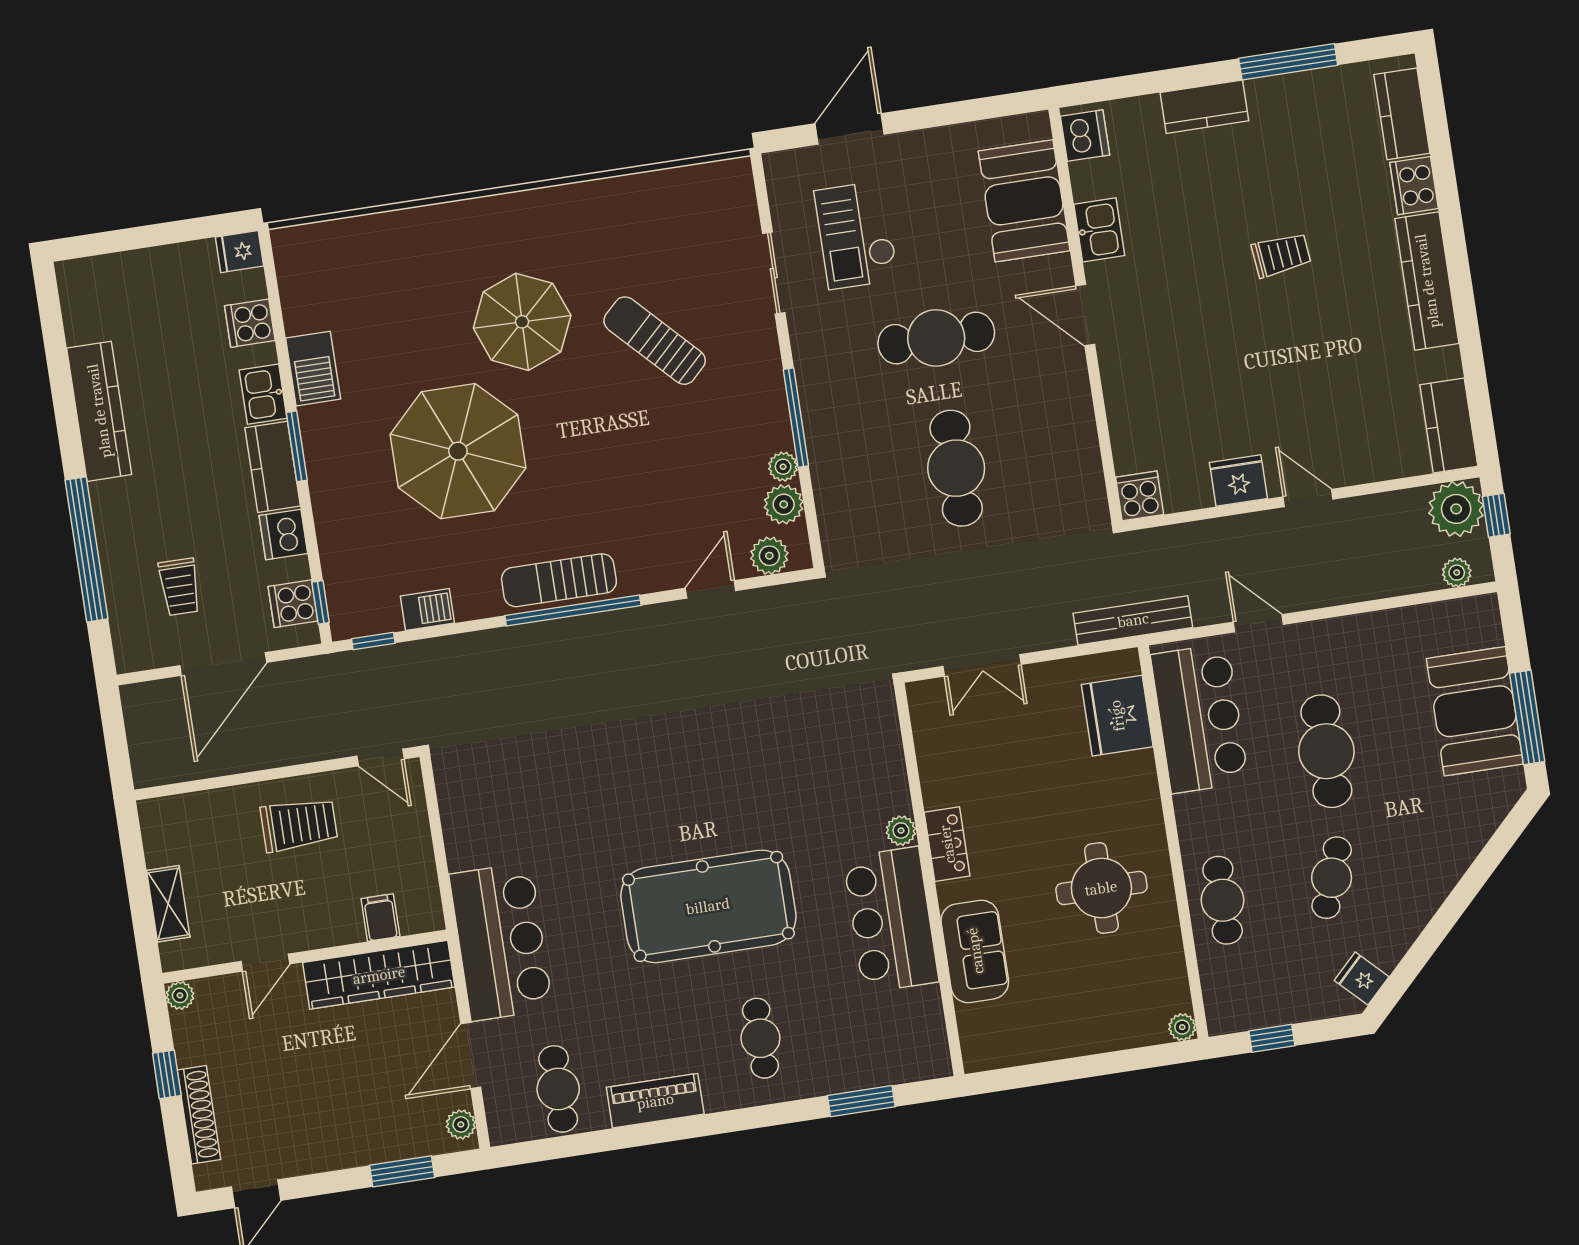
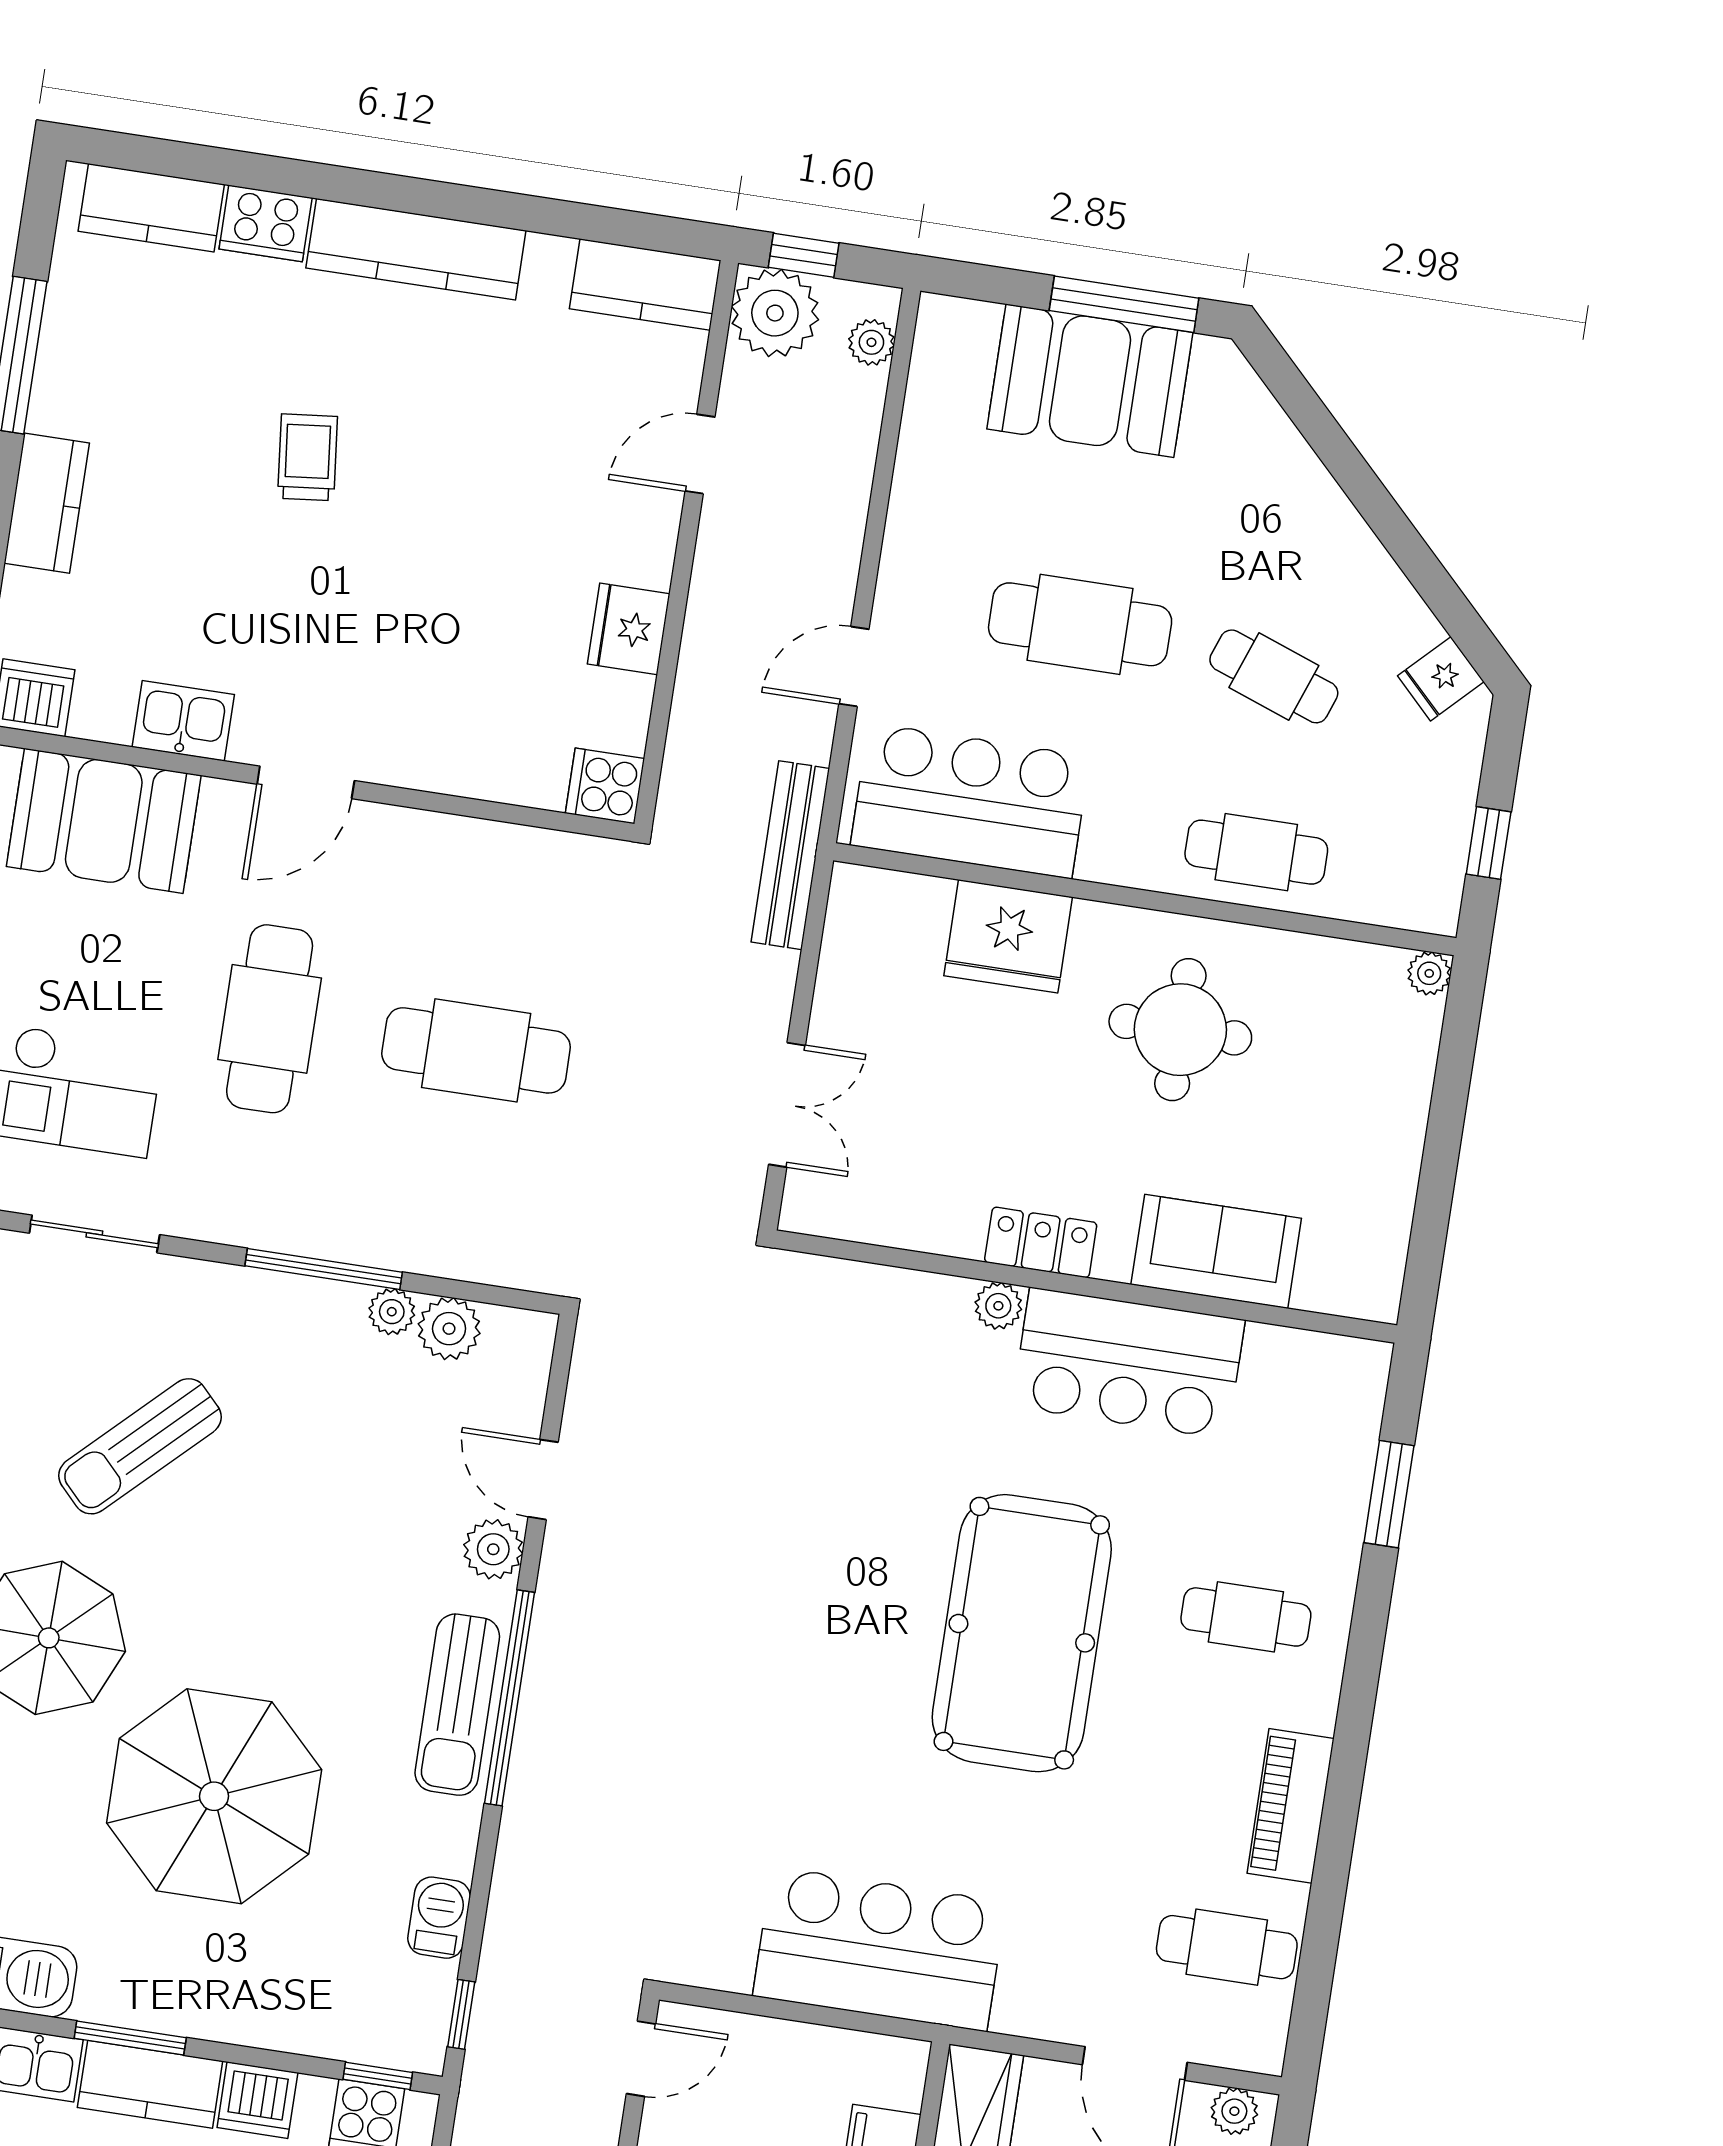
door: (1308, 498) -> (700, 454), moved
plant: (769, 556) -> (493, 1549), moved
fridge: (1117, 716) -> (1008, 936), moved
bar counter: (501, 942) -> (879, 1949), moved

